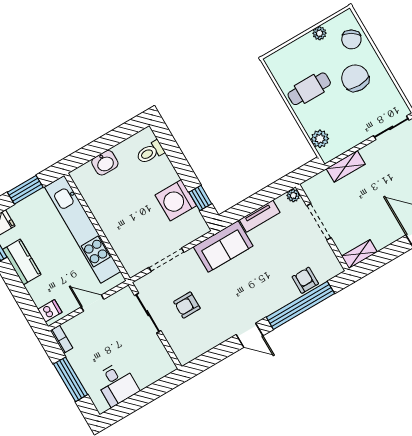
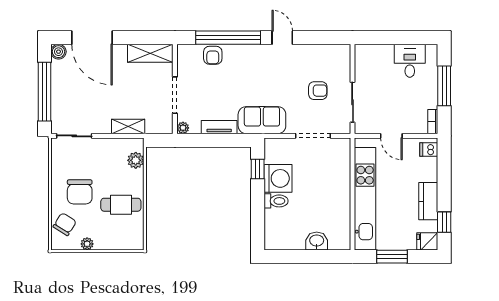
toilet: (150, 152) -> (276, 201), moved
shelving: (359, 254) -> (150, 53), width x1.50, depth x1.33

